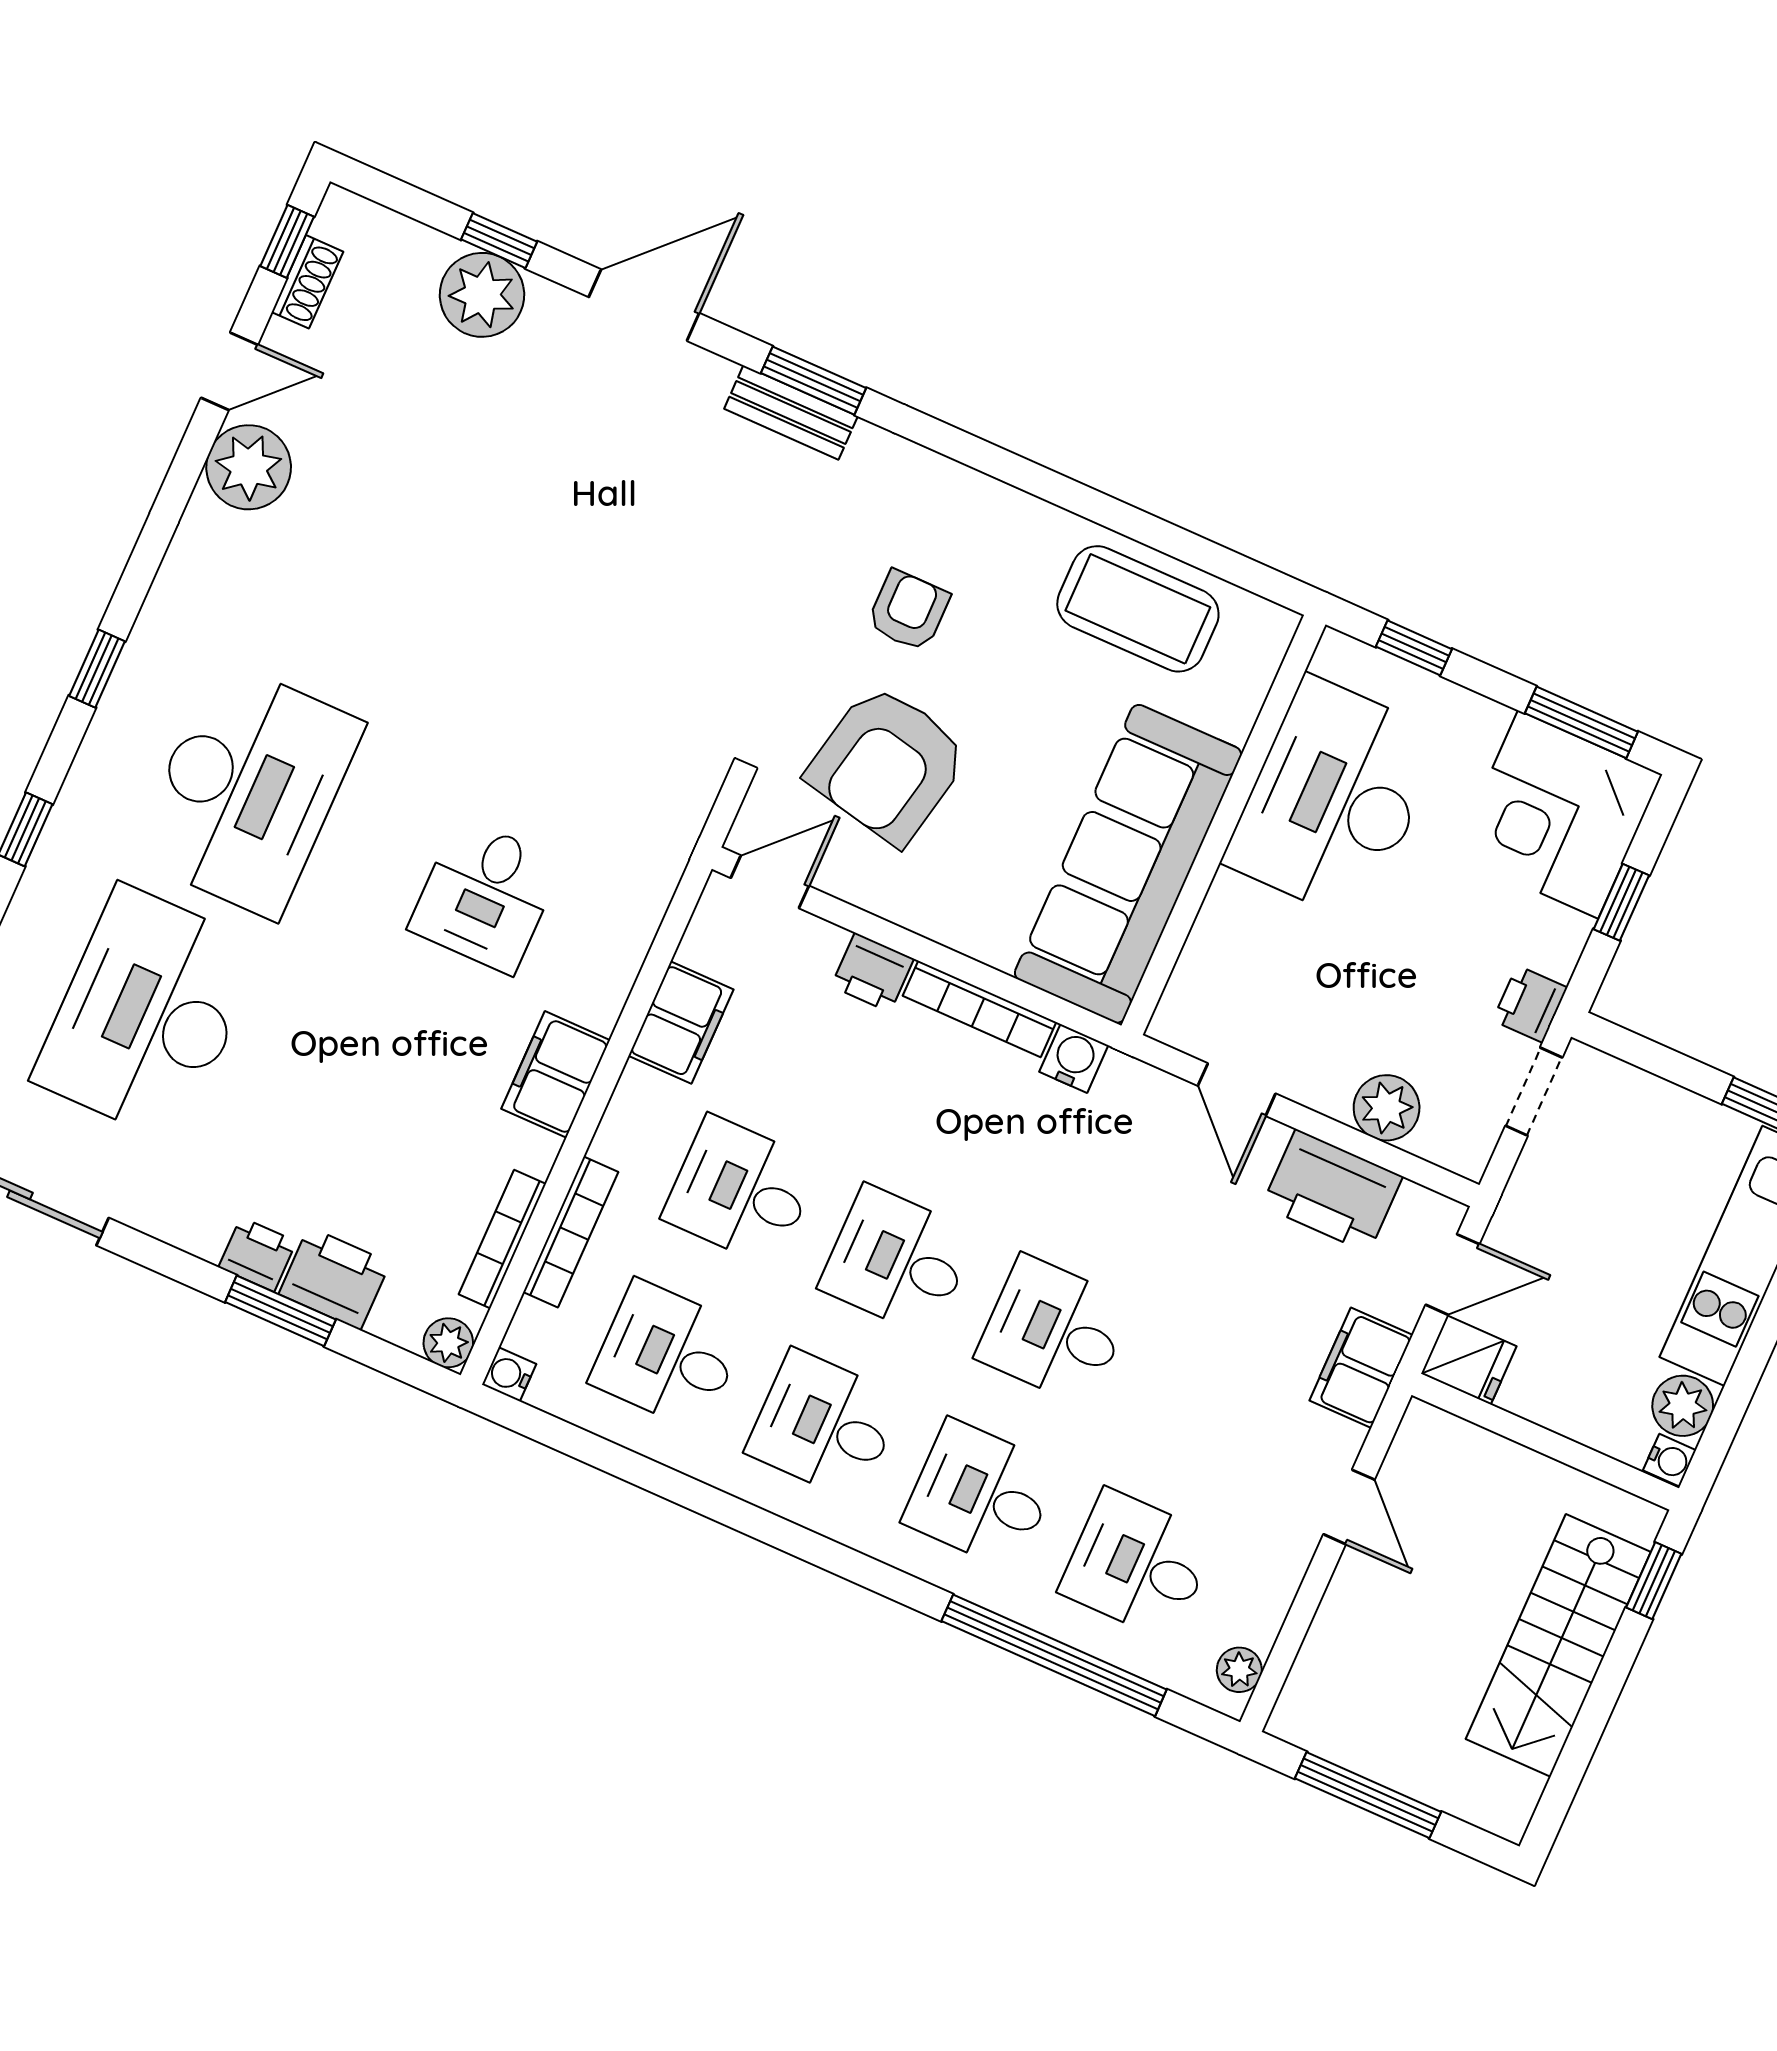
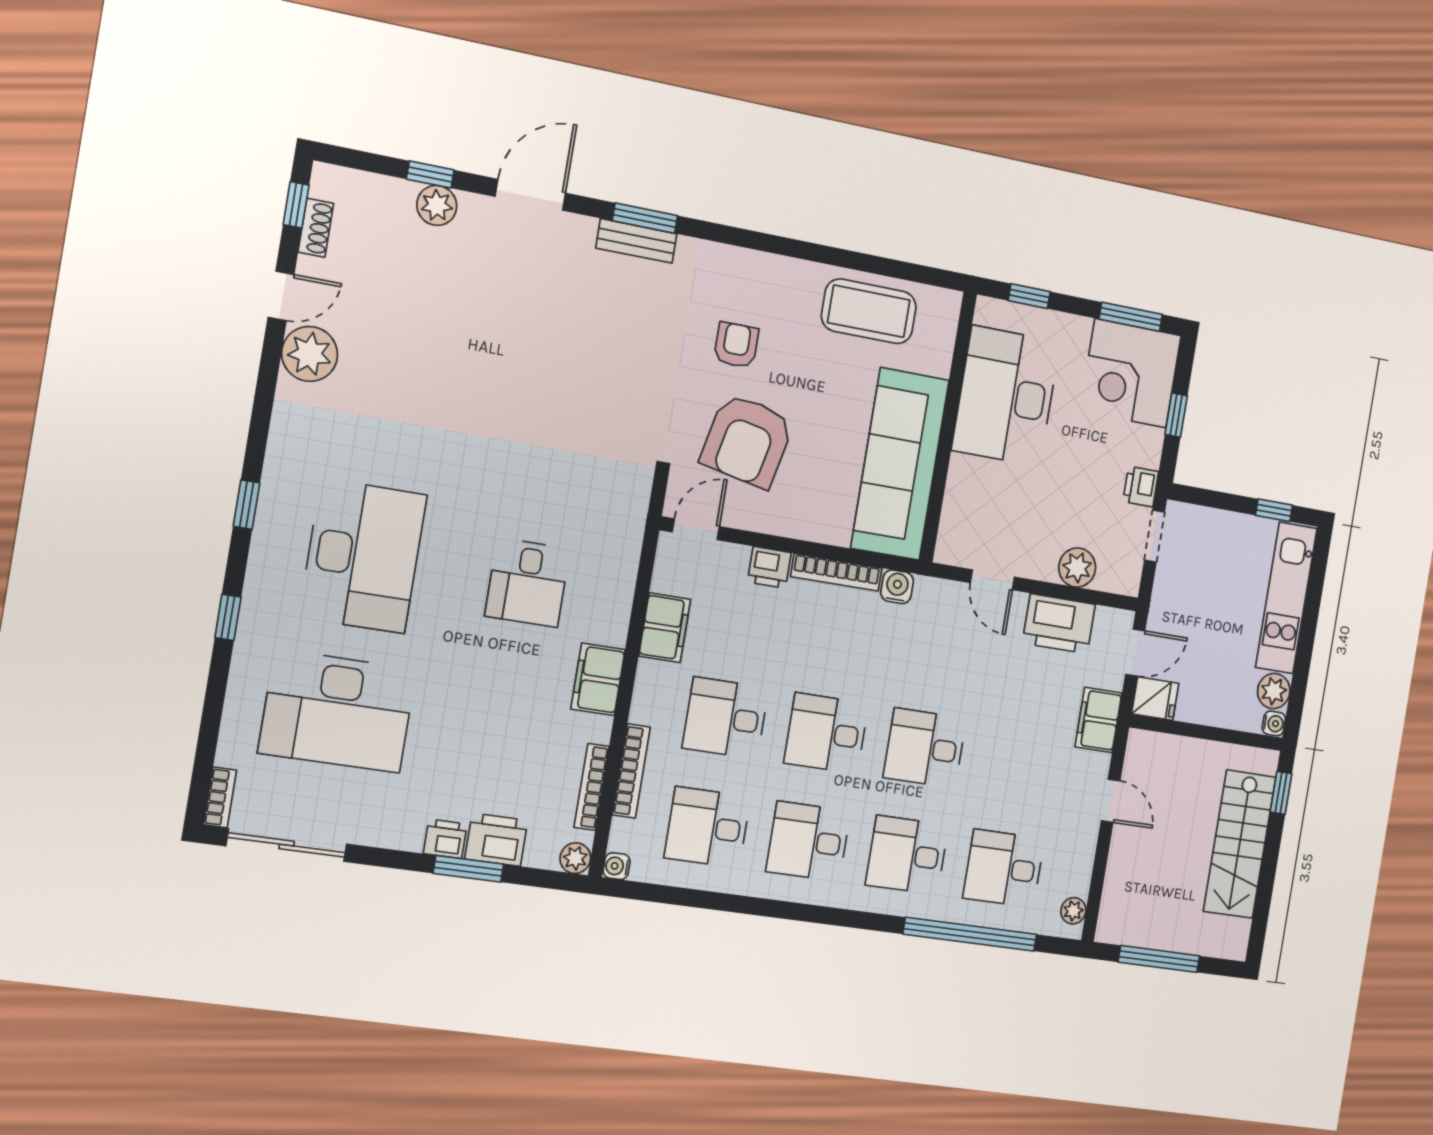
plant: (482, 295) -> (437, 205), width x0.73, depth x0.73
desk: (148, 1014) -> (337, 711), turned -90

